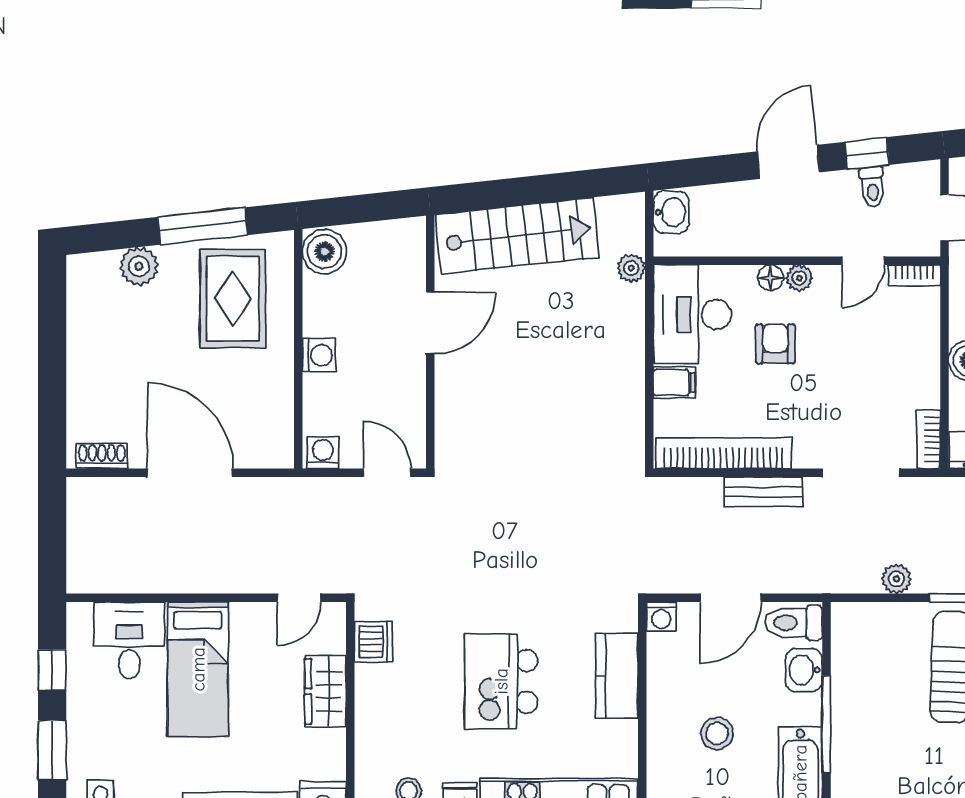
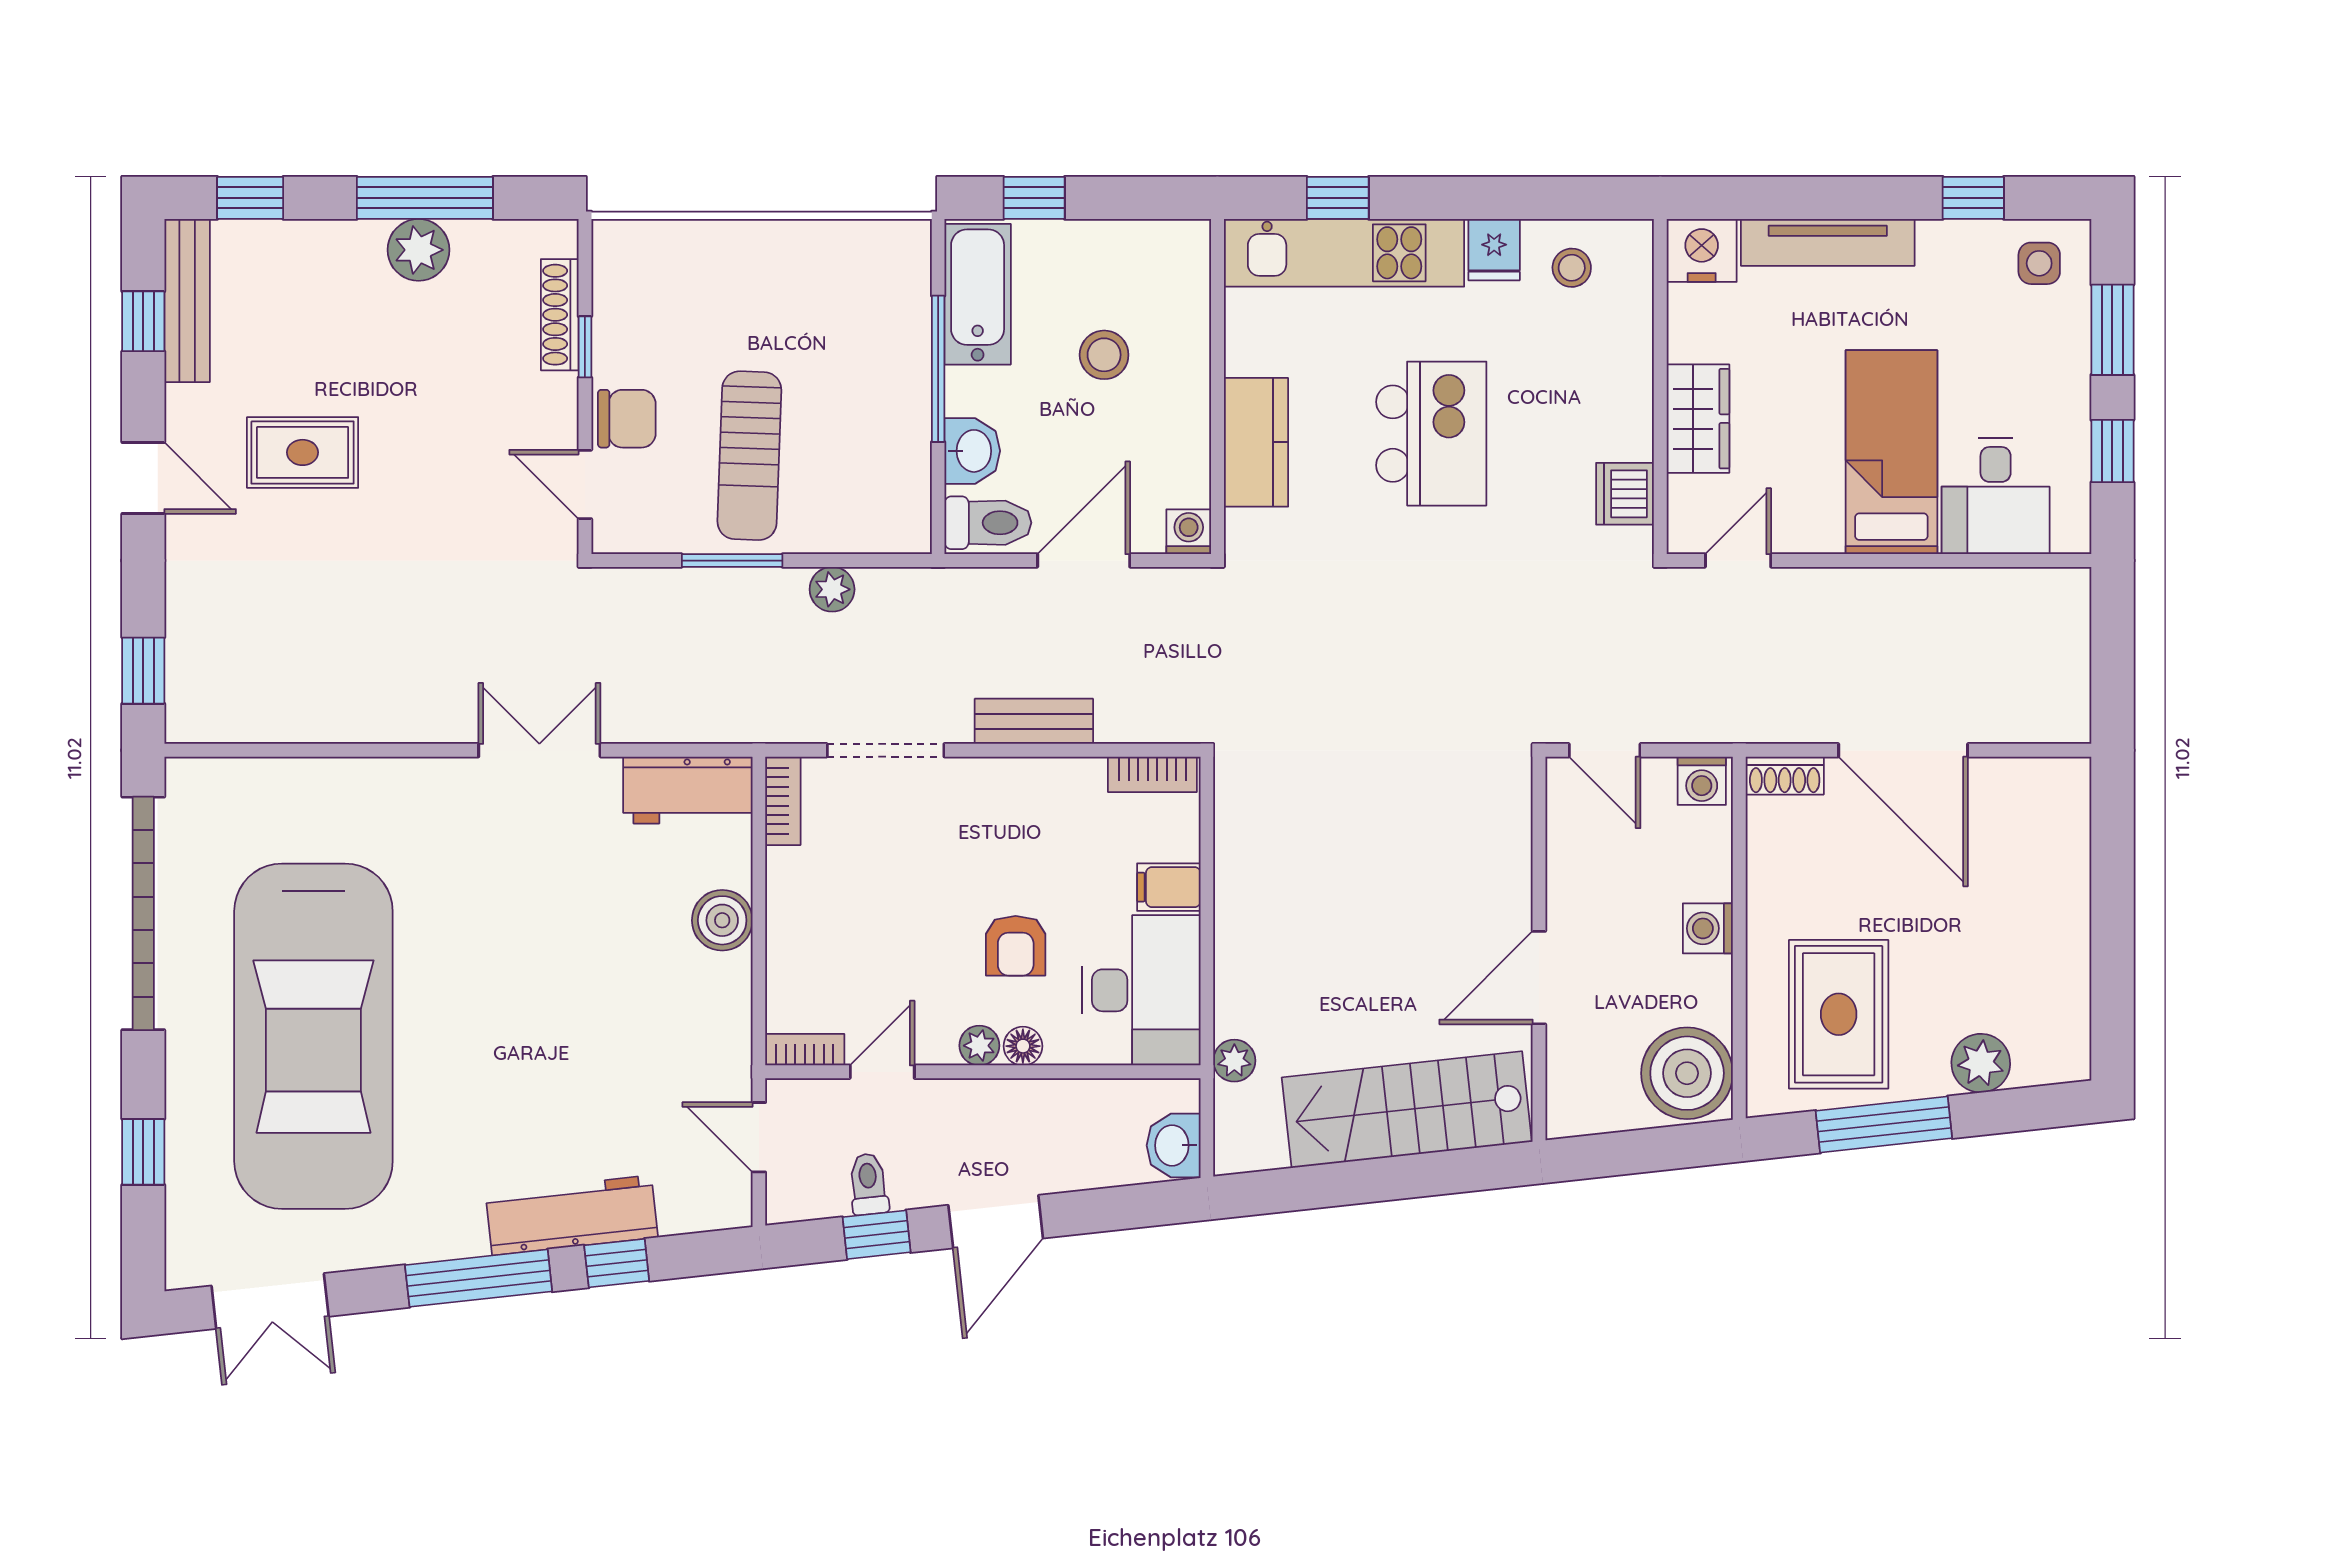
boiler: (325, 252) -> (1687, 1073), width x1.37, depth x1.37
bookcase: (724, 453) -> (1152, 774), width x0.43, depth x0.76
shoe rack: (102, 456) -> (1785, 776), moved

